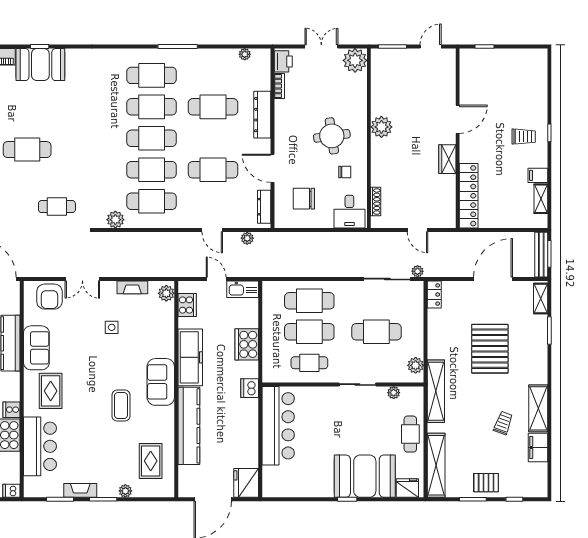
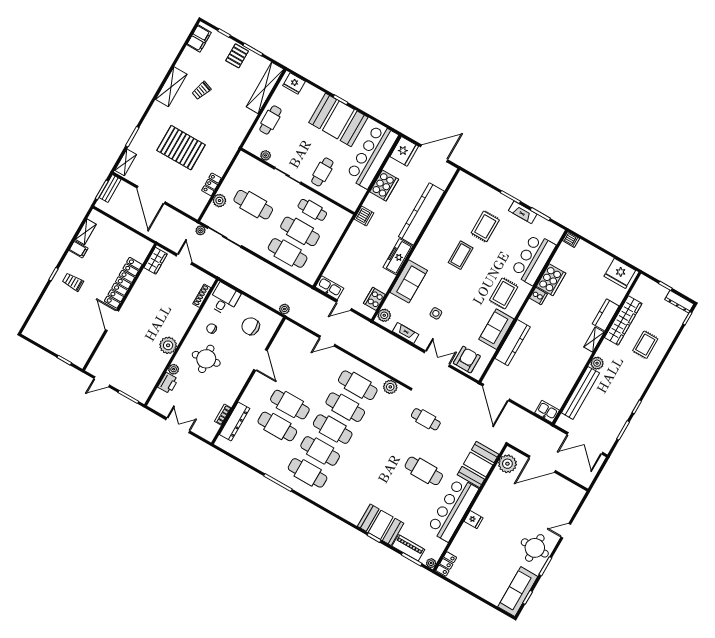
double door: (321, 47) -> (178, 425), swing flipped
plant: (245, 54) -> (234, 450), removed
plant: (355, 60) -> (174, 369), moved, width x0.53, depth x0.53
printer: (283, 61) -> (168, 383), moved, turned 180
dresser: (262, 115) -> (235, 421), moved
door: (458, 119) -> (112, 320), hinge flipped
wardrobe: (447, 159) -> (156, 261), moved
cafe table: (213, 170) -> (290, 405), moved
locker: (469, 196) -> (123, 283), moved
chair: (304, 199) -> (251, 326), turned 180
dresser: (264, 207) -> (282, 337), removed
door: (212, 230) -> (327, 341), swing flipped
plant: (247, 238) -> (284, 309), moved
bench: (541, 255) -> (110, 188), width x0.73
door: (216, 279) -> (344, 305), hinge flipped
door: (493, 279) -> (151, 195), hinge flipped
locker: (434, 294) -> (211, 184), moved
cooker: (247, 344) -> (384, 185), moved
pallet: (490, 349) -> (181, 148), turned 90
freezer: (190, 357) -> (398, 257), width x0.73, depth x0.79
plant: (416, 365) -> (219, 201), moved
sofa: (161, 382) -> (409, 281), moved
shelving: (436, 391) -> (236, 140), removed
cafe table: (322, 410) -> (322, 172), added
bar counter: (278, 426) -> (372, 156), moved
filing cabinet: (538, 447) -> (199, 39), moved
rug: (151, 461) -> (485, 226), moved
booth: (365, 476) -> (338, 120), moved
pallet: (486, 483) -> (237, 56), turned 90
plant: (125, 491) -> (492, 194), removed

